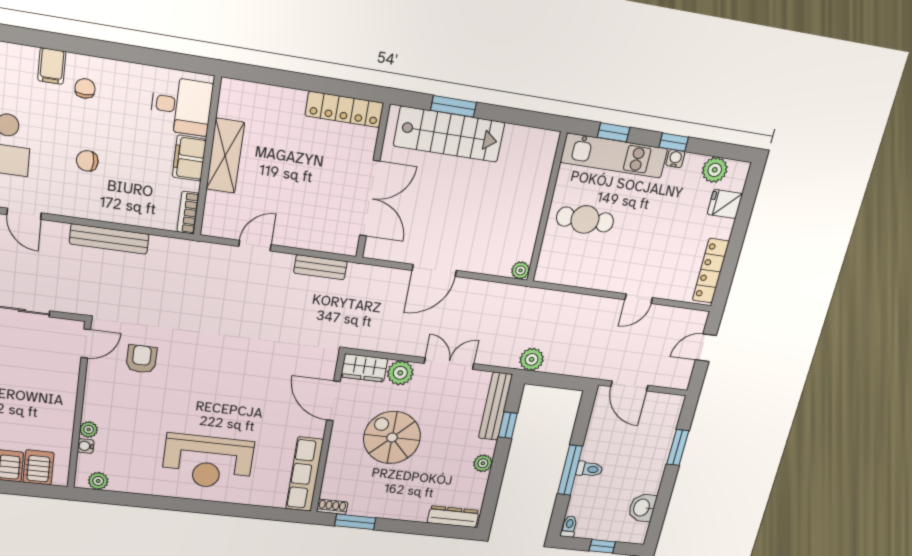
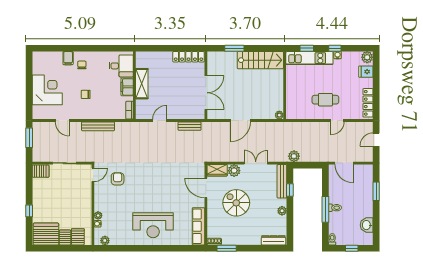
stairs: (449, 134) -> (260, 60), moved
plant: (715, 170) -> (367, 57), moved
cafe table: (585, 219) -> (325, 100), moved

